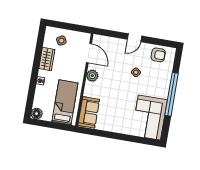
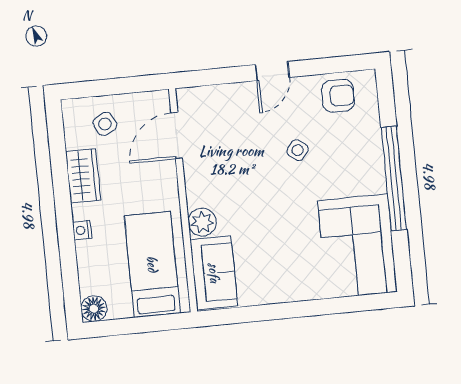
door: (89, 53) -> (177, 136), swing flipped
plant: (92, 76) -> (202, 222), moved

